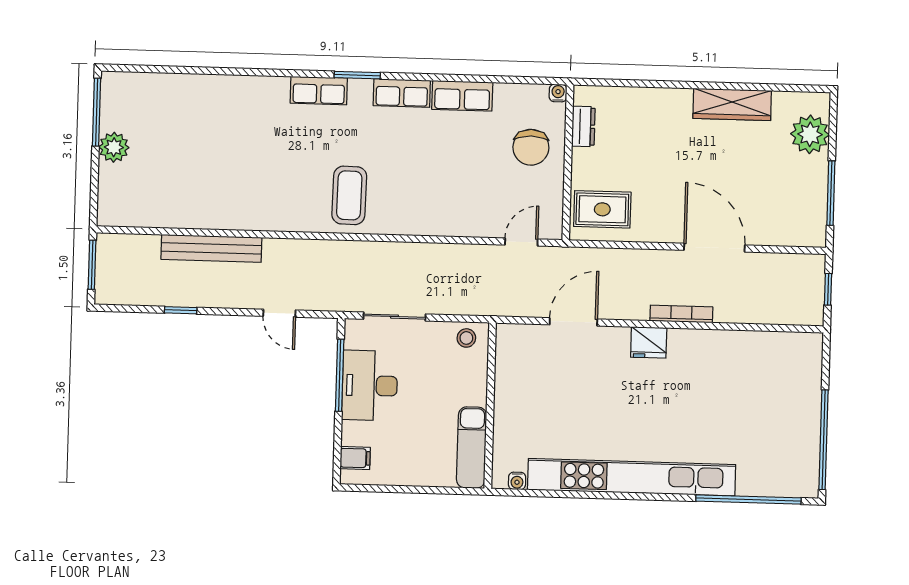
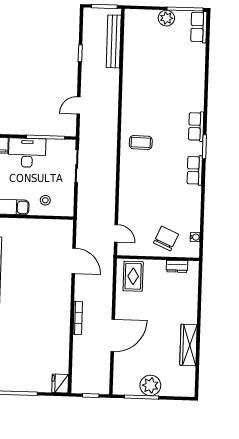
water cooler: (558, 93) -> (195, 237), moved
row of seats: (462, 96) -> (199, 27), moved
plant: (810, 134) -> (150, 385), moved
chair: (531, 147) -> (166, 239), turned 114
coffee table: (349, 195) -> (141, 142), width x0.73, depth x0.77
bench: (211, 248) -> (114, 41), moved
stool: (466, 338) -> (45, 200), moved
fridge: (649, 342) -> (60, 384), moved
desk: (370, 386) -> (27, 153), moved

